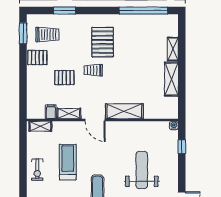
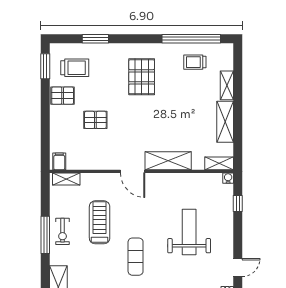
trolley: (93, 70) -> (195, 62), moved
filing cabinet: (51, 112) -> (59, 161), moved
shelving: (69, 113) -> (219, 163), moved
window: (23, 172) -> (45, 235), added

